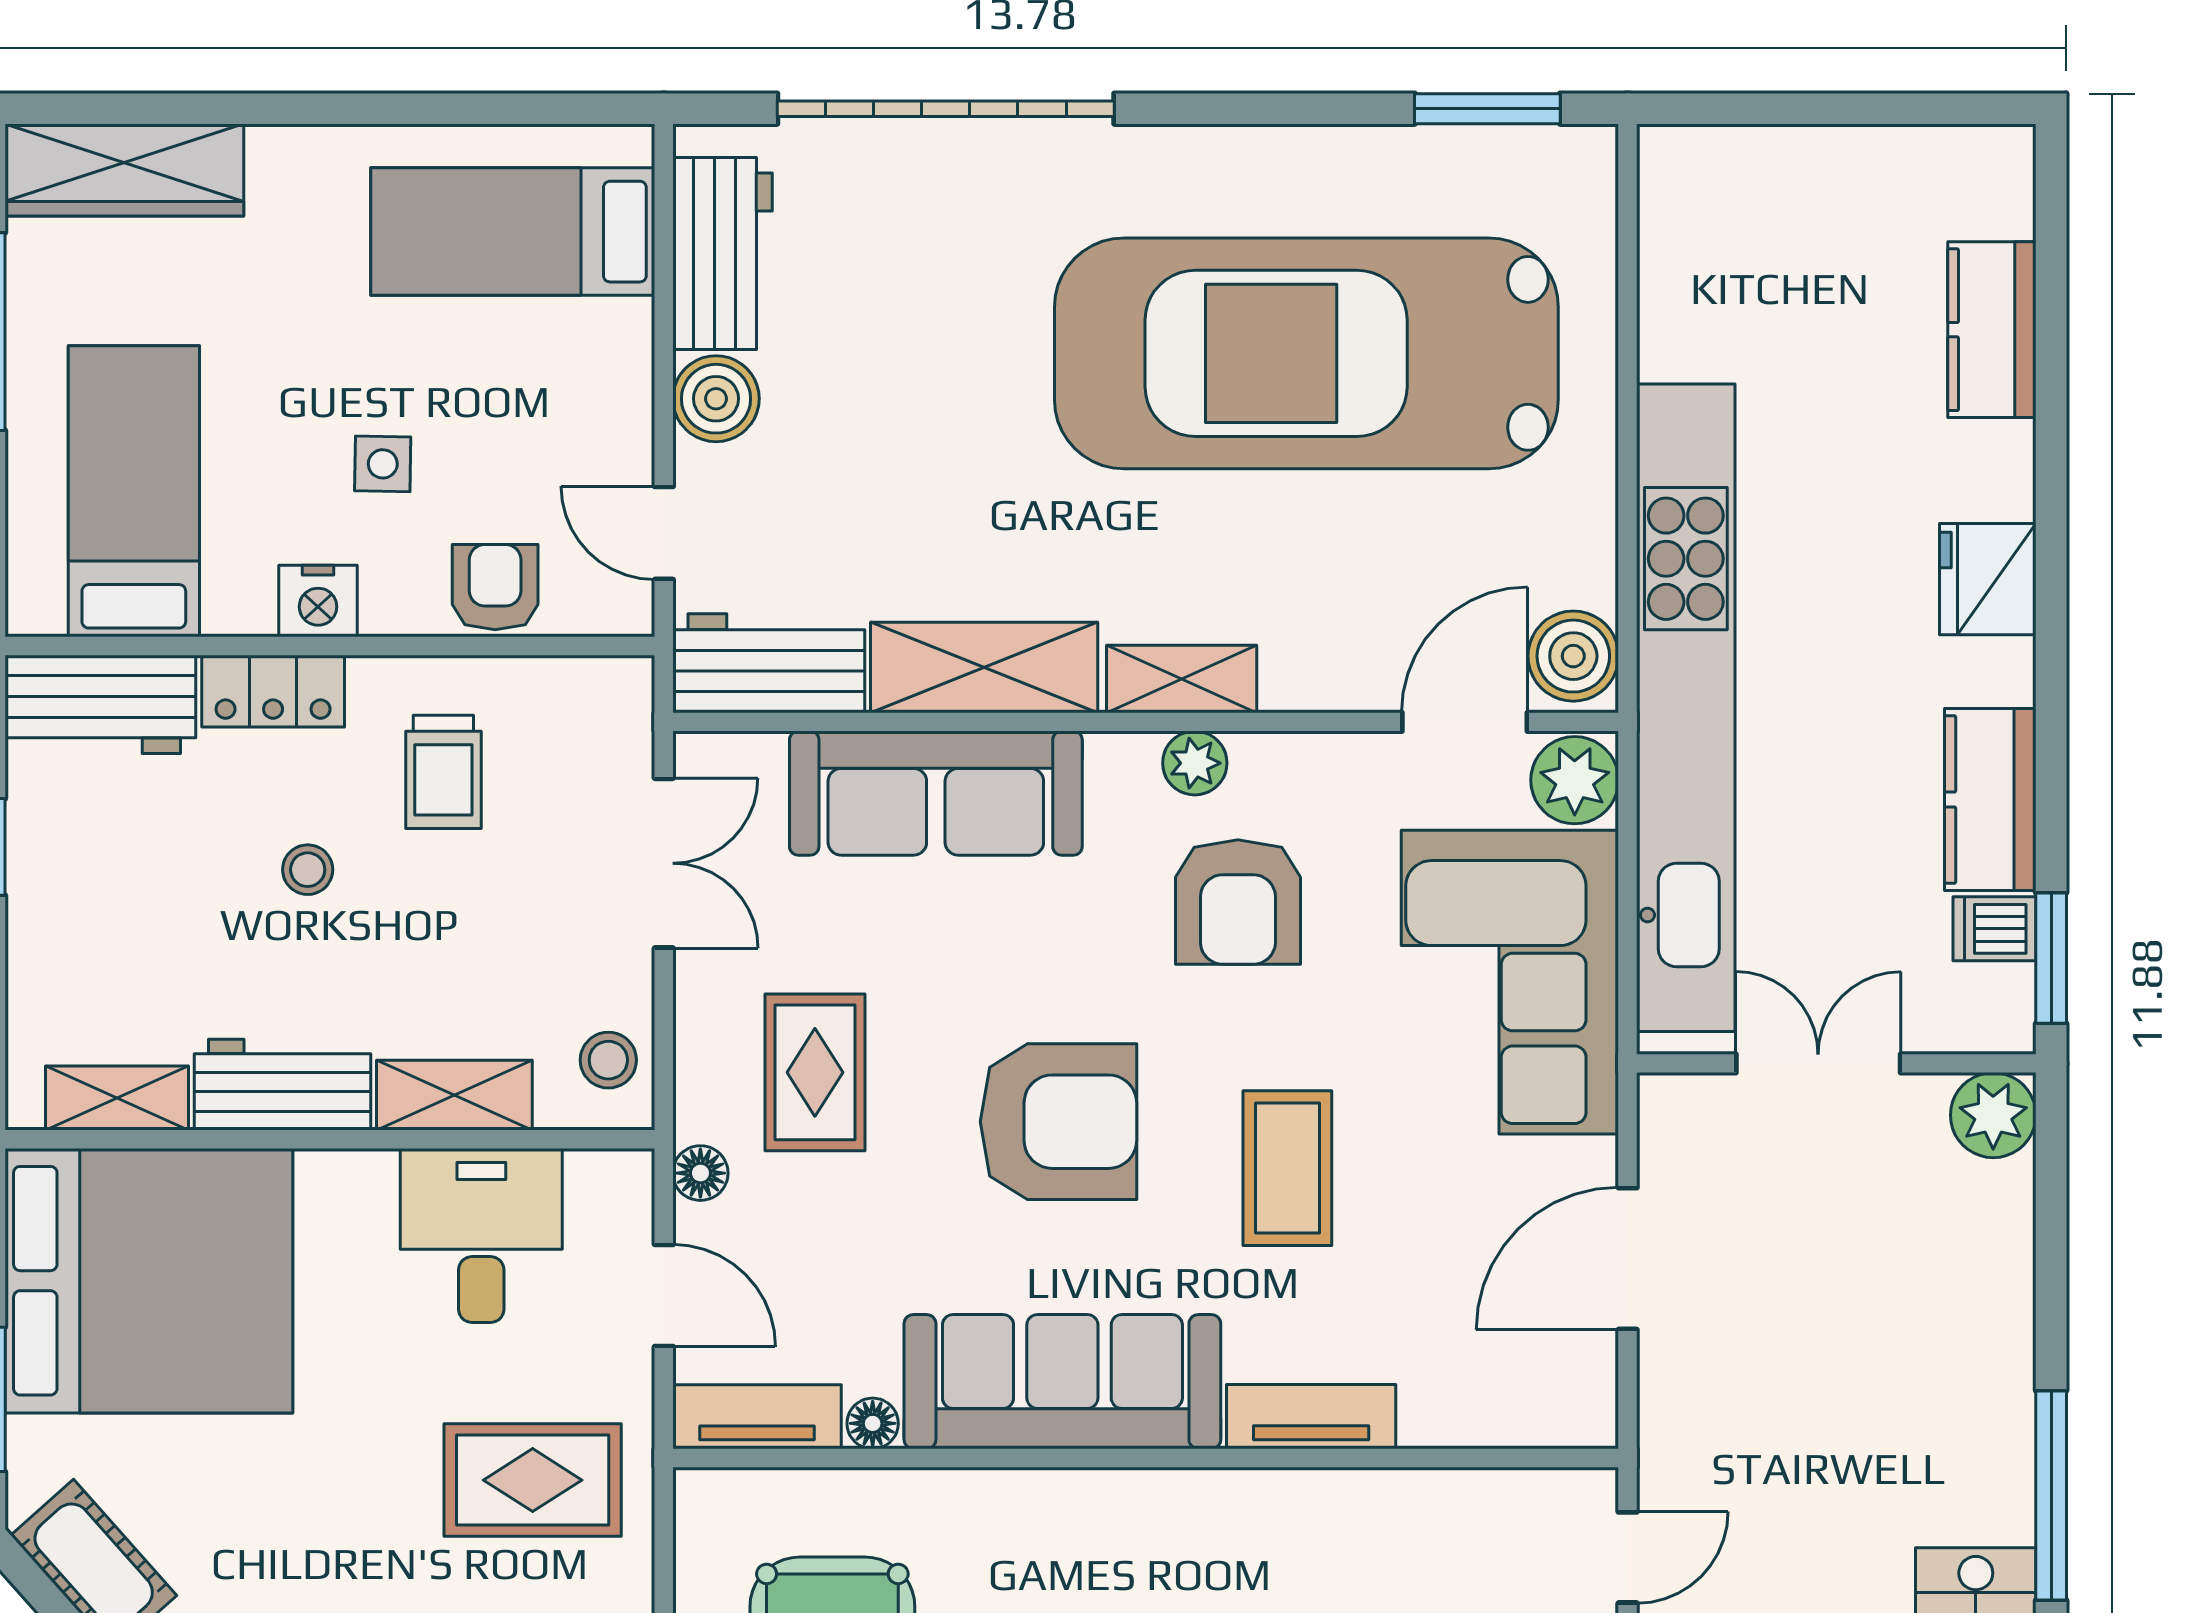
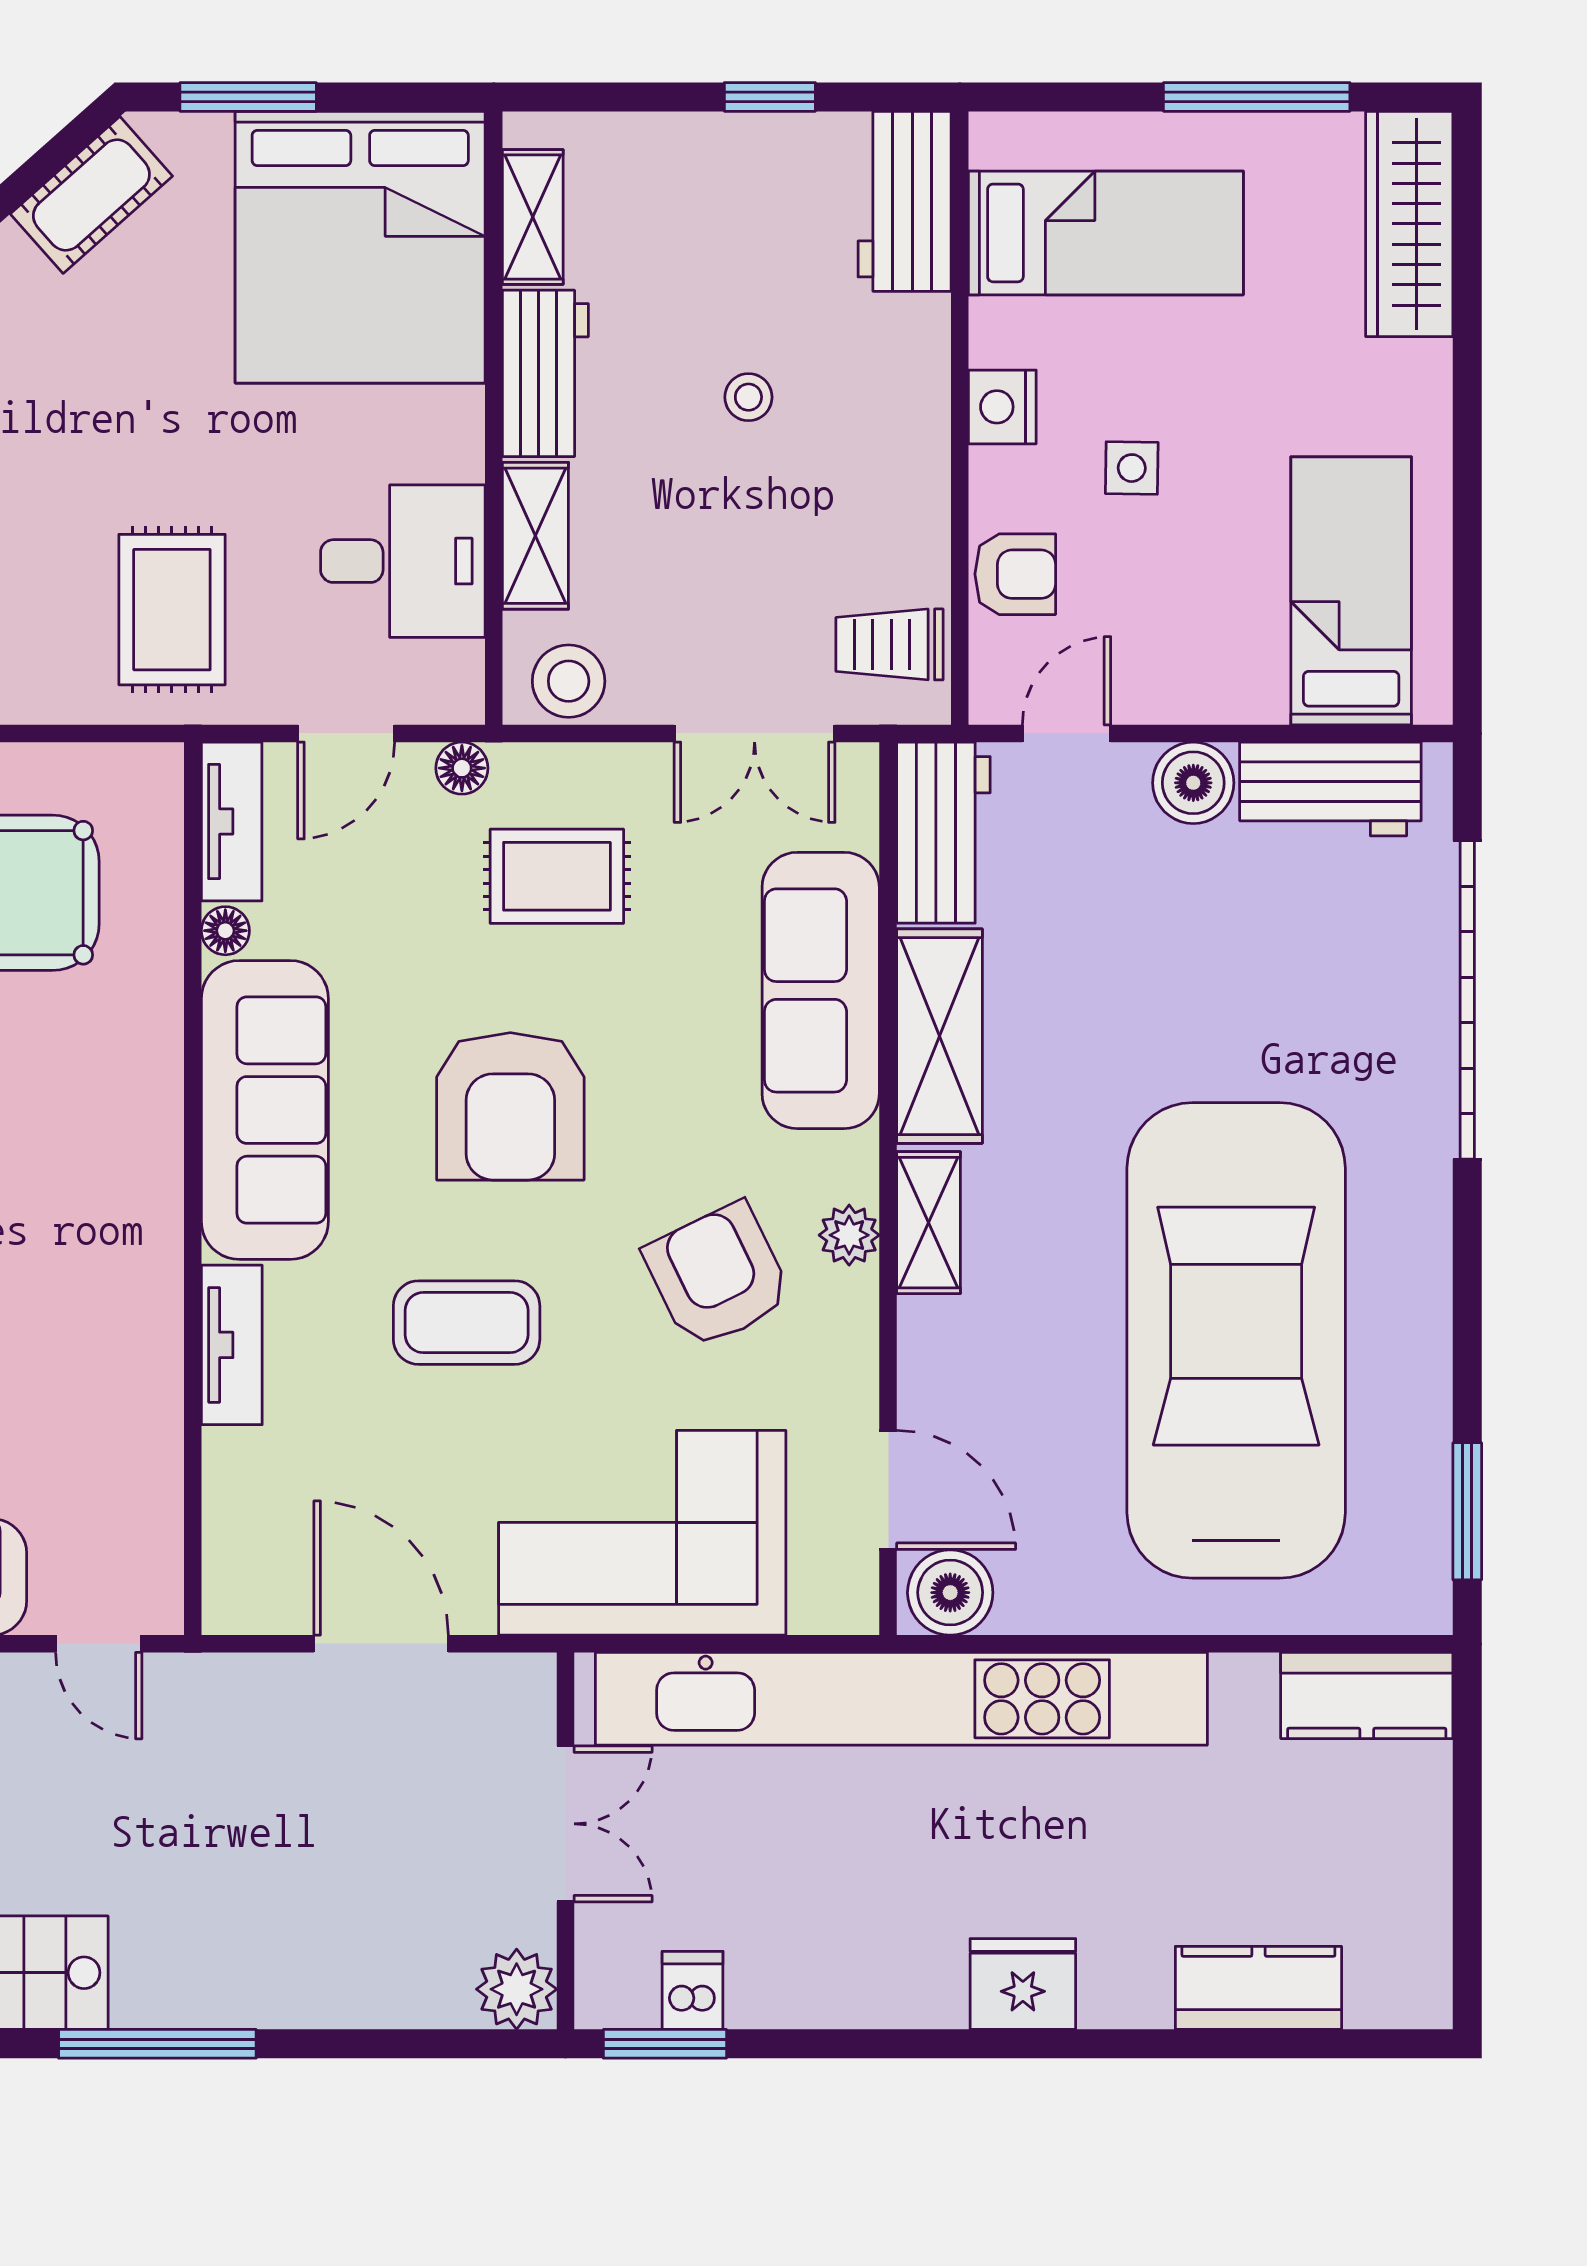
locker: (273, 691) -> (917, 364), removed
trolley: (443, 772) -> (889, 644), moved
plant: (1575, 780) -> (833, 1594), removed
kitchen counter: (1990, 799) -> (1367, 1696), moved, turned 180
armchair: (1238, 902) -> (718, 1276), turned 64
stool: (608, 1060) -> (569, 681), width x1.37, depth x1.37

